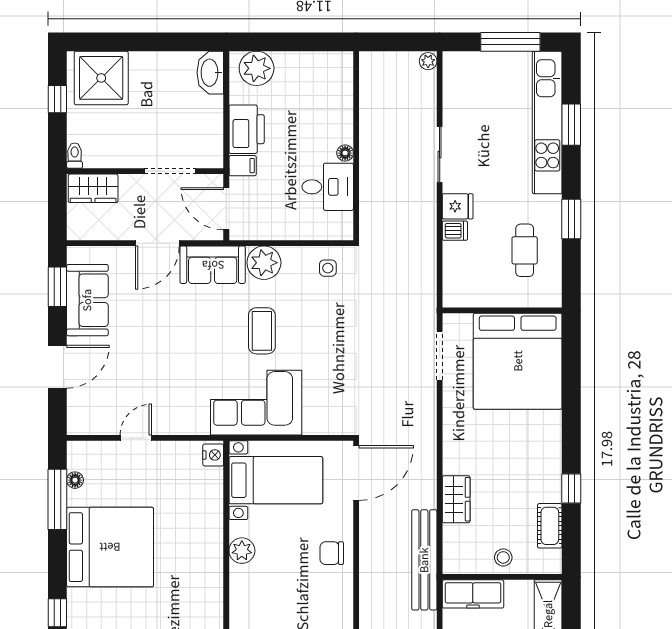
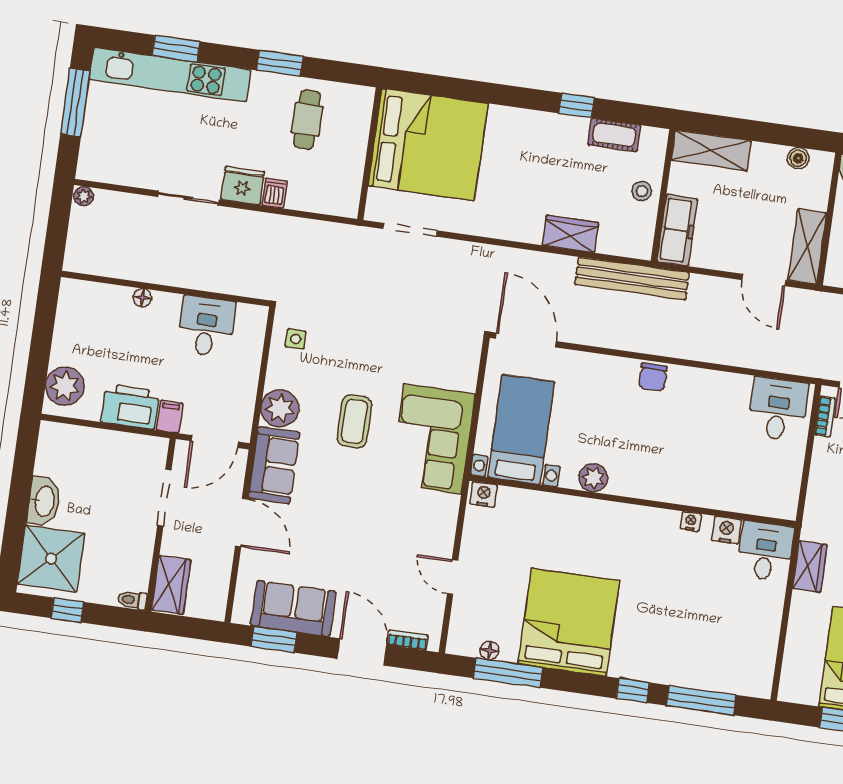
washbasin: (210, 73) -> (44, 501), moved, turned -90
floor lamp: (345, 153) -> (142, 298), moved
fridge: (458, 206) -> (243, 186), width x1.38
cafe table: (525, 250) -> (307, 119), turned 90
coffee table: (262, 331) -> (354, 421), turned 90
bookcase: (74, 406) -> (408, 640), added
chair: (332, 553) -> (653, 377), moved

